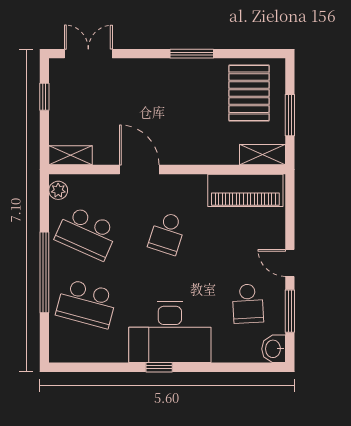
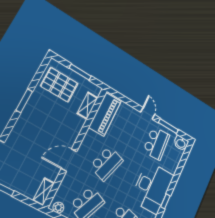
shelving: (262, 155) -> (88, 106), moved
school desk: (167, 233) -> (107, 163), width x1.85
door: (290, 263) -> (148, 113), swing flipped
school desk: (248, 304) -> (156, 143), width x1.85

